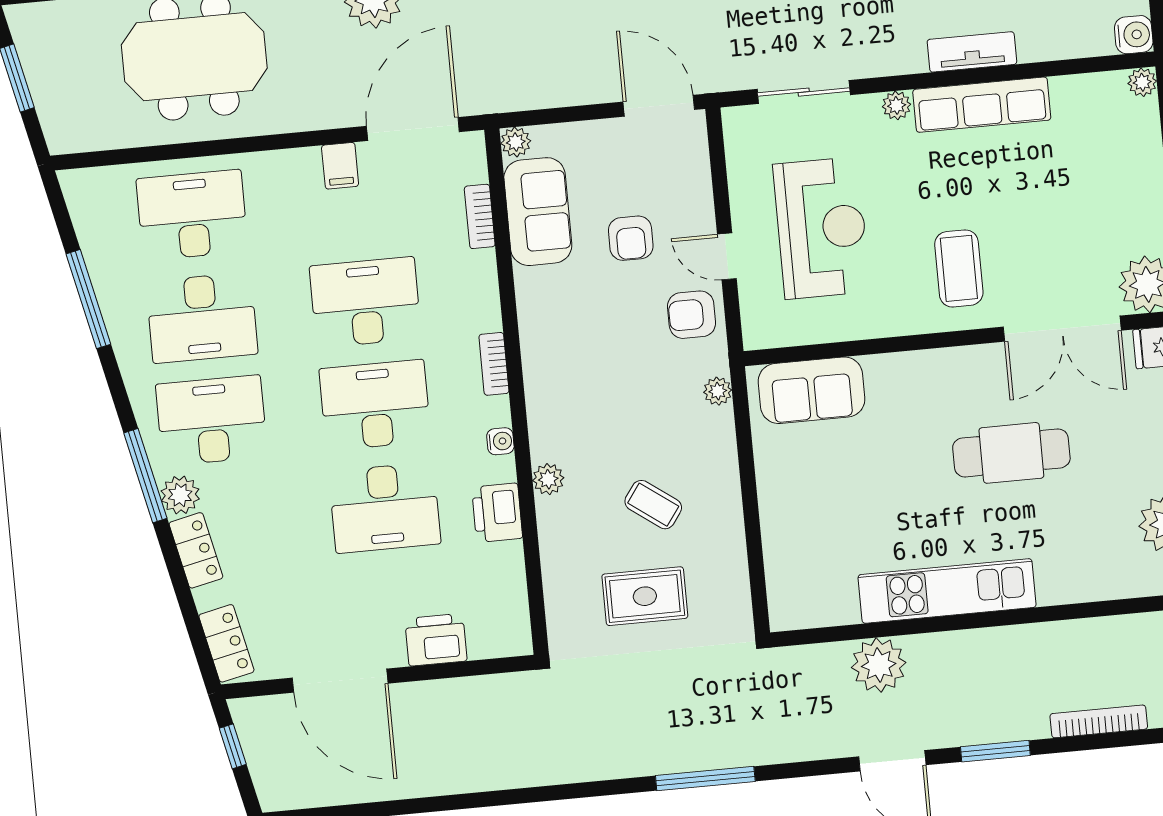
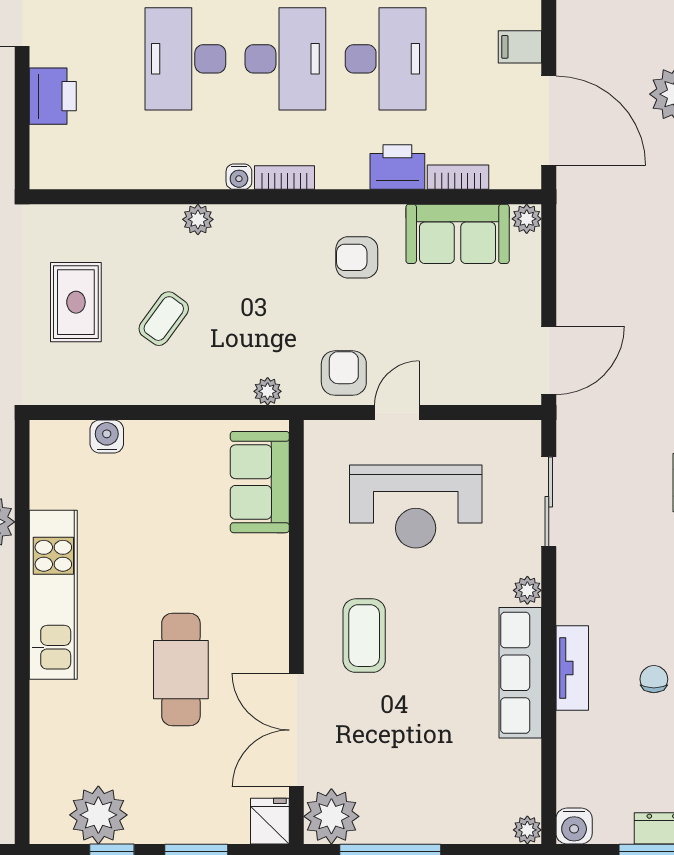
armchair: (631, 238) -> (357, 257), moved
coffee table: (959, 268) -> (364, 636), turned 90
bookcase: (494, 364) -> (285, 177), moved
printer: (497, 513) -> (397, 167), moved
water cooler: (780, 552) -> (107, 436), added

